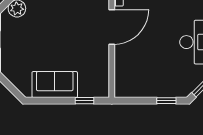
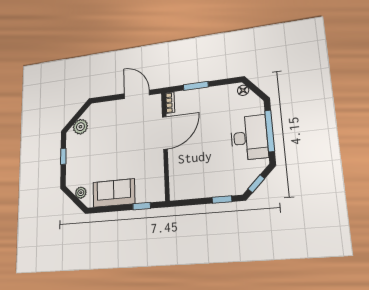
plant: (18, 81) -> (81, 193), added

